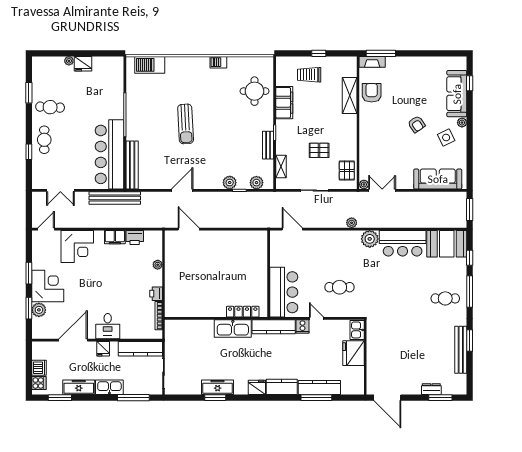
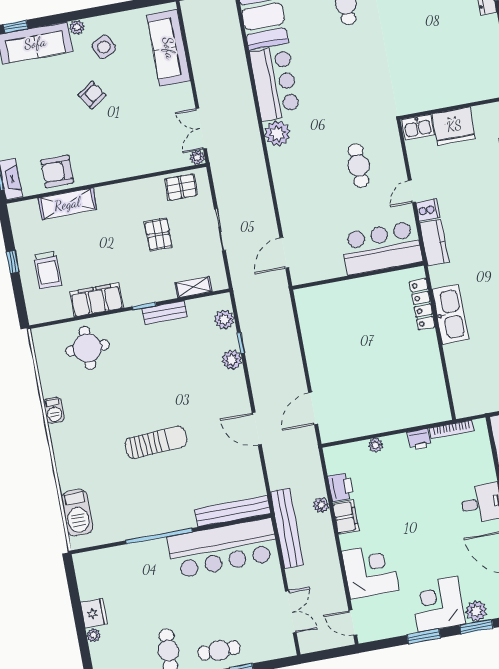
plant: (352, 223) -> (321, 505), moved
kitchen counter: (274, 327) -> (434, 243), width x0.67

